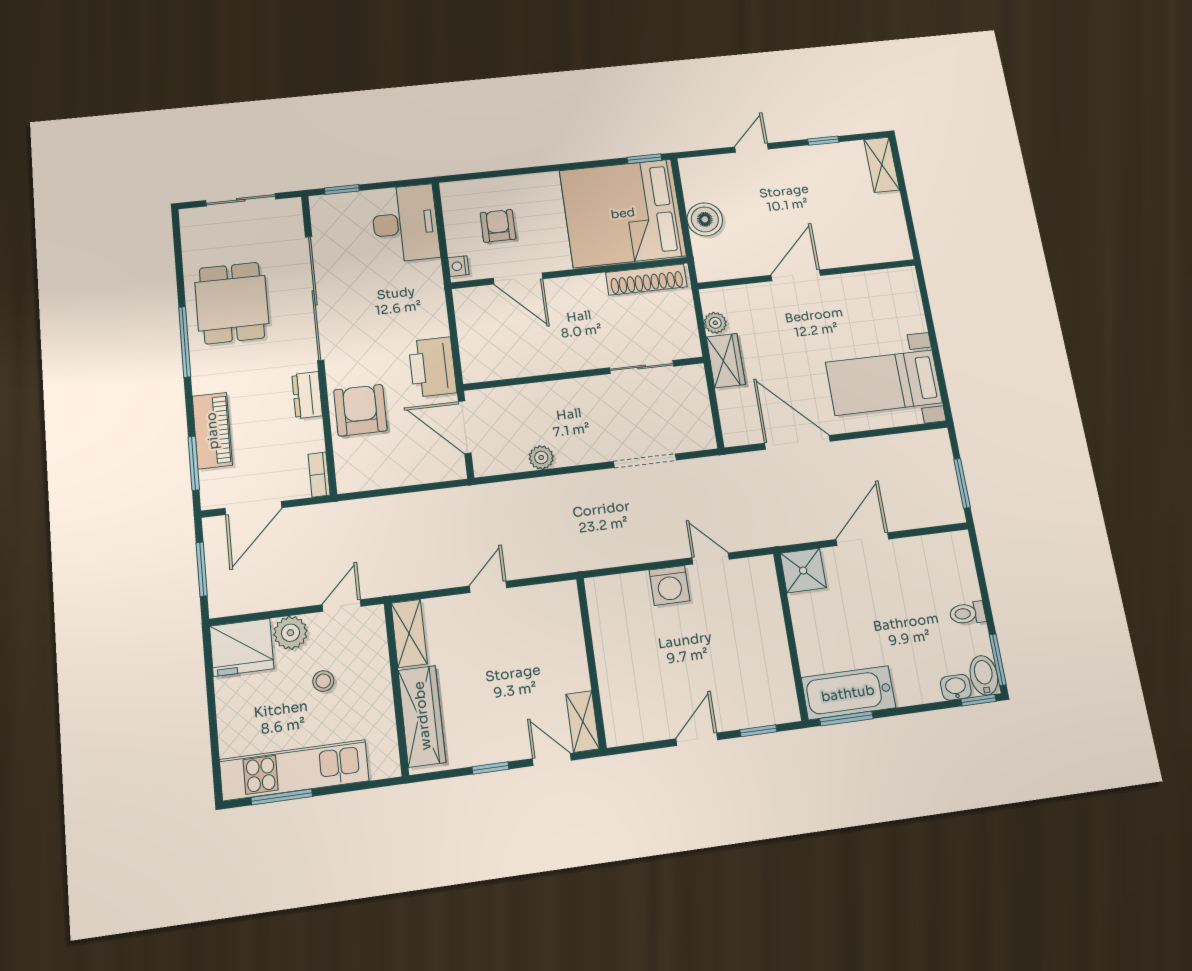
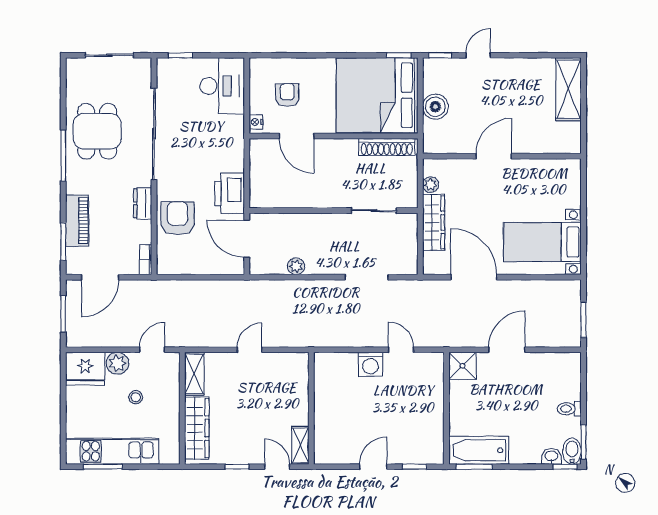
window: (823, 141) -> (440, 55), moved
shelving: (882, 165) -> (568, 89), width x1.50, depth x1.33
wardrobe: (726, 361) -> (434, 222), width x1.50

